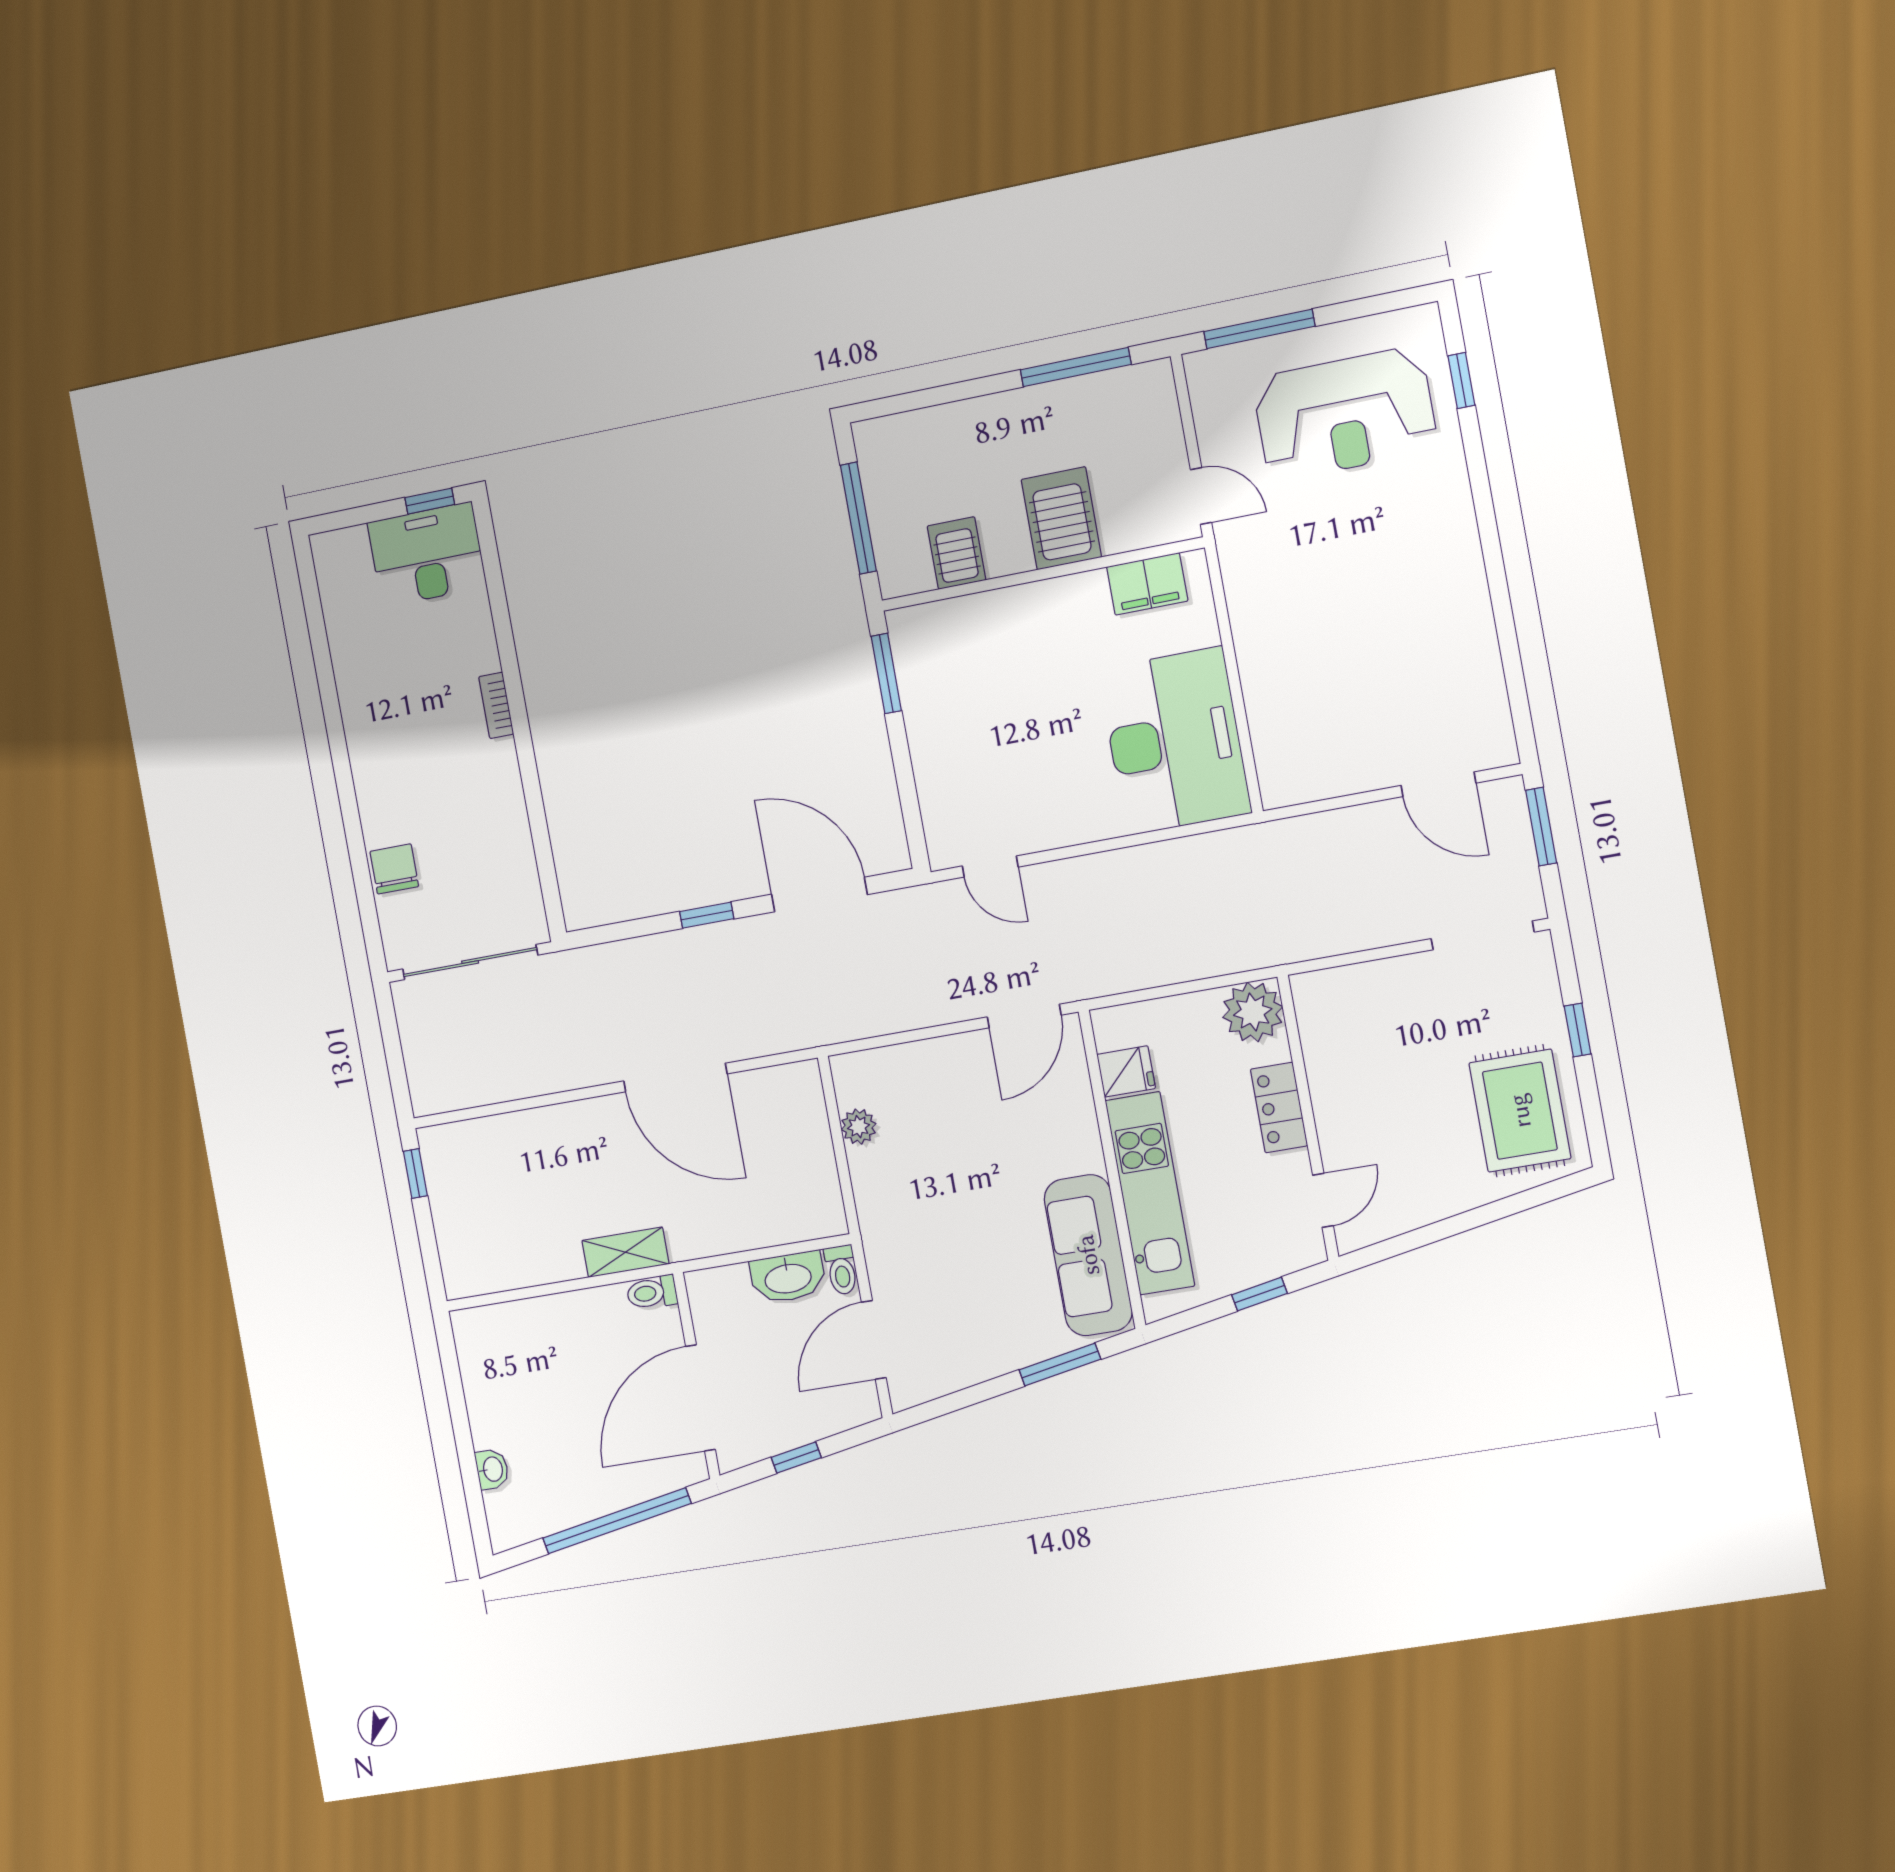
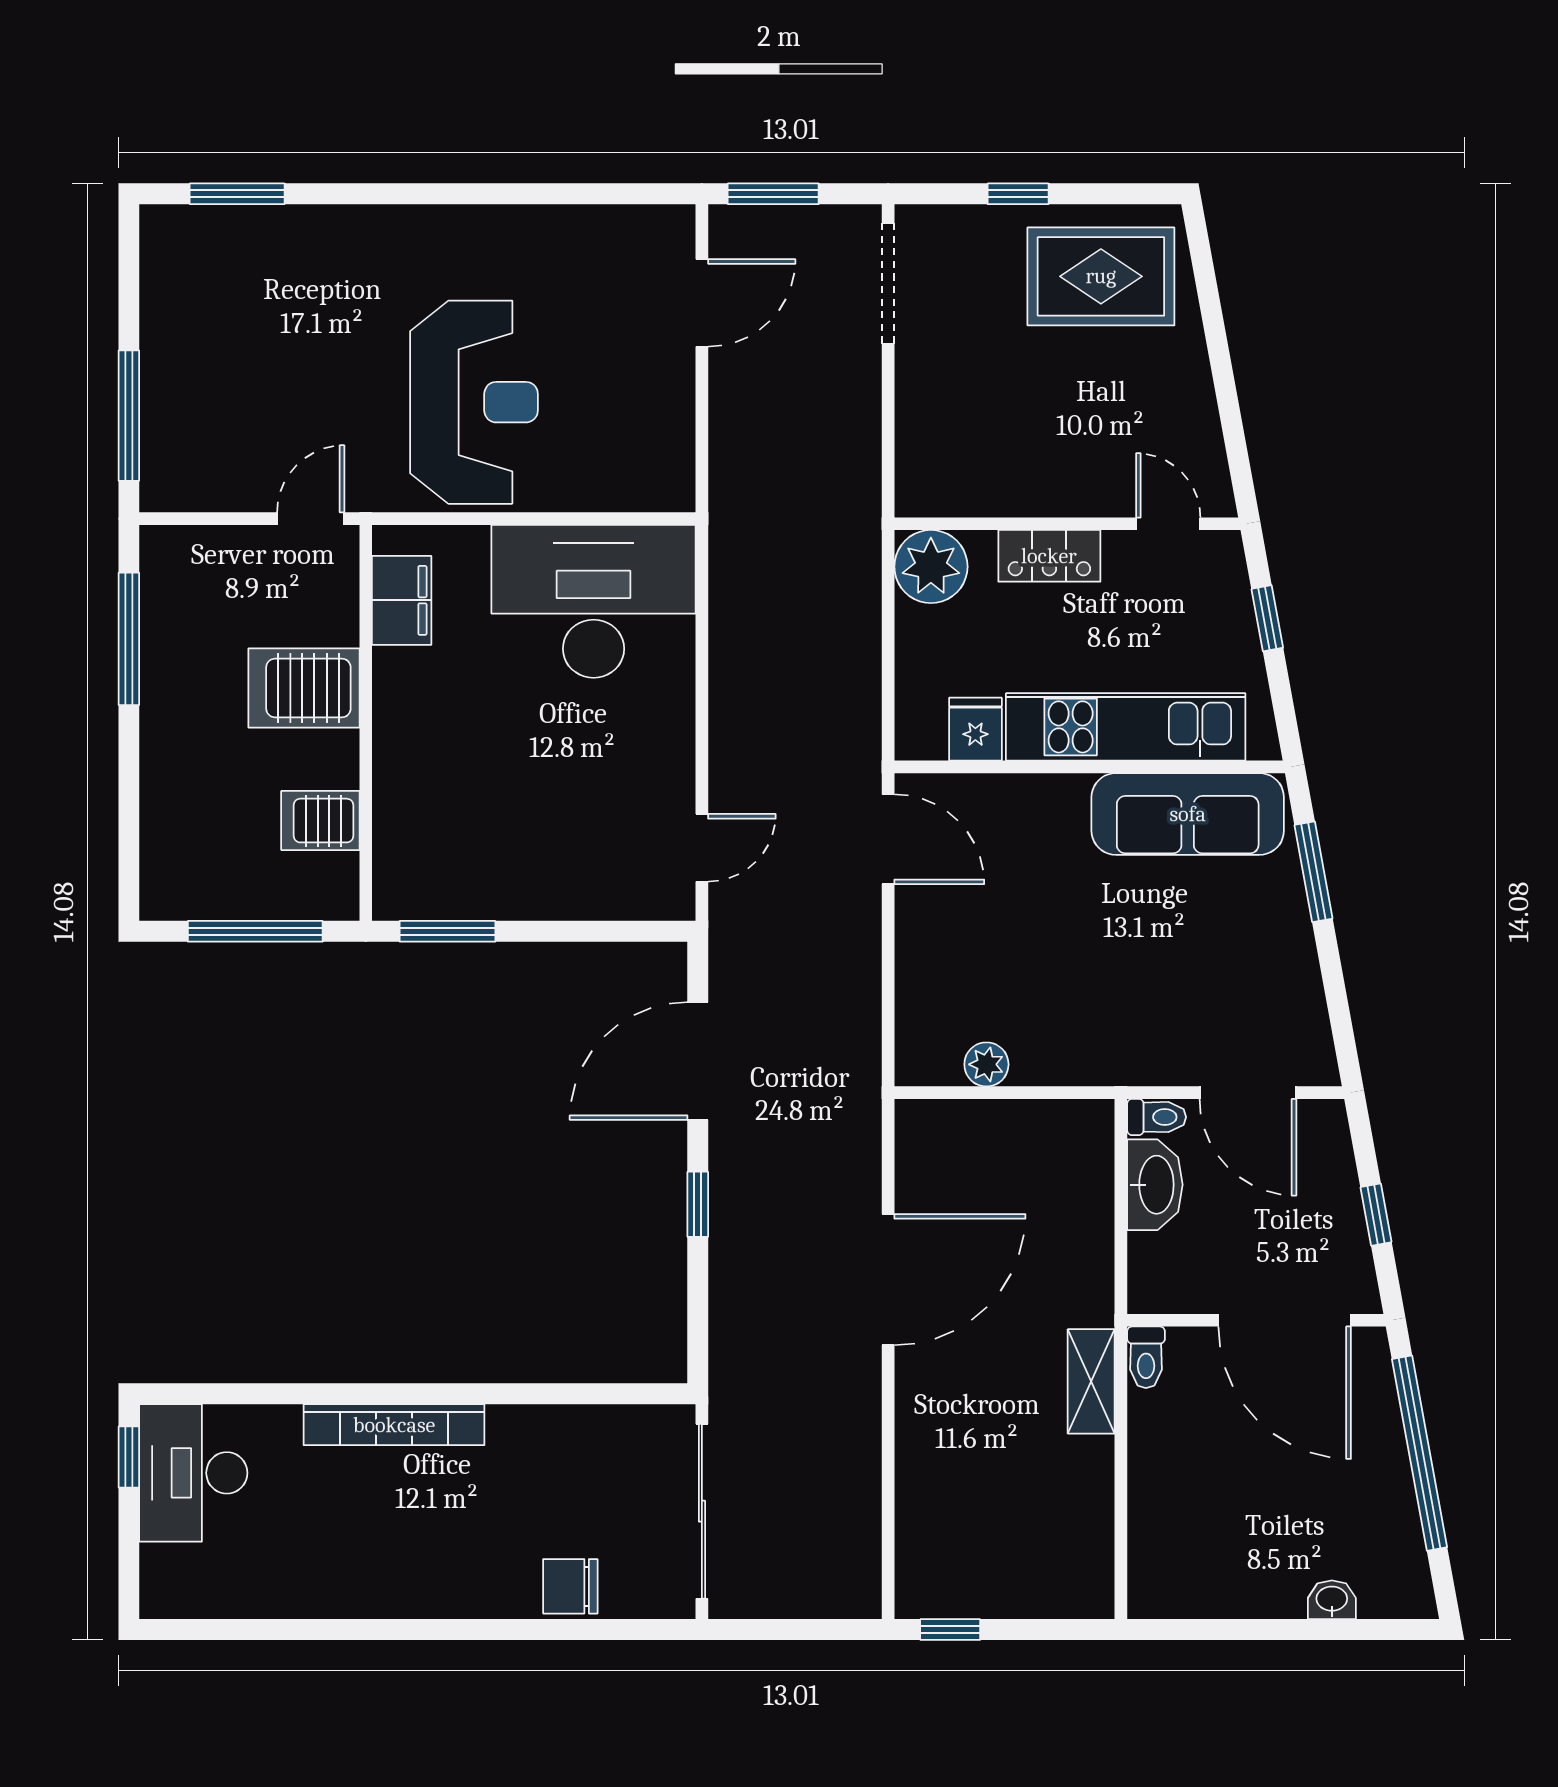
window: (1461, 381) -> (237, 194), width x1.50
reception desk: (1345, 414) -> (474, 402), moved
bookcase: (496, 705) -> (394, 1425), width x2.31, depth x1.31

